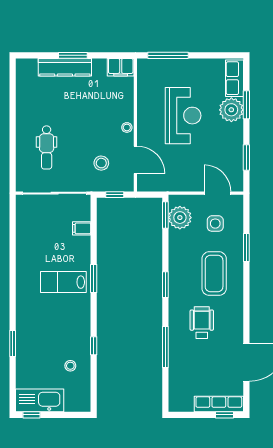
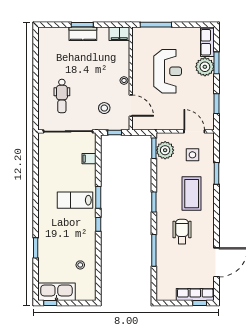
kitchen counter: (65, 67) -> (83, 34), width x0.67
window: (94, 346) -> (98, 224), moved

